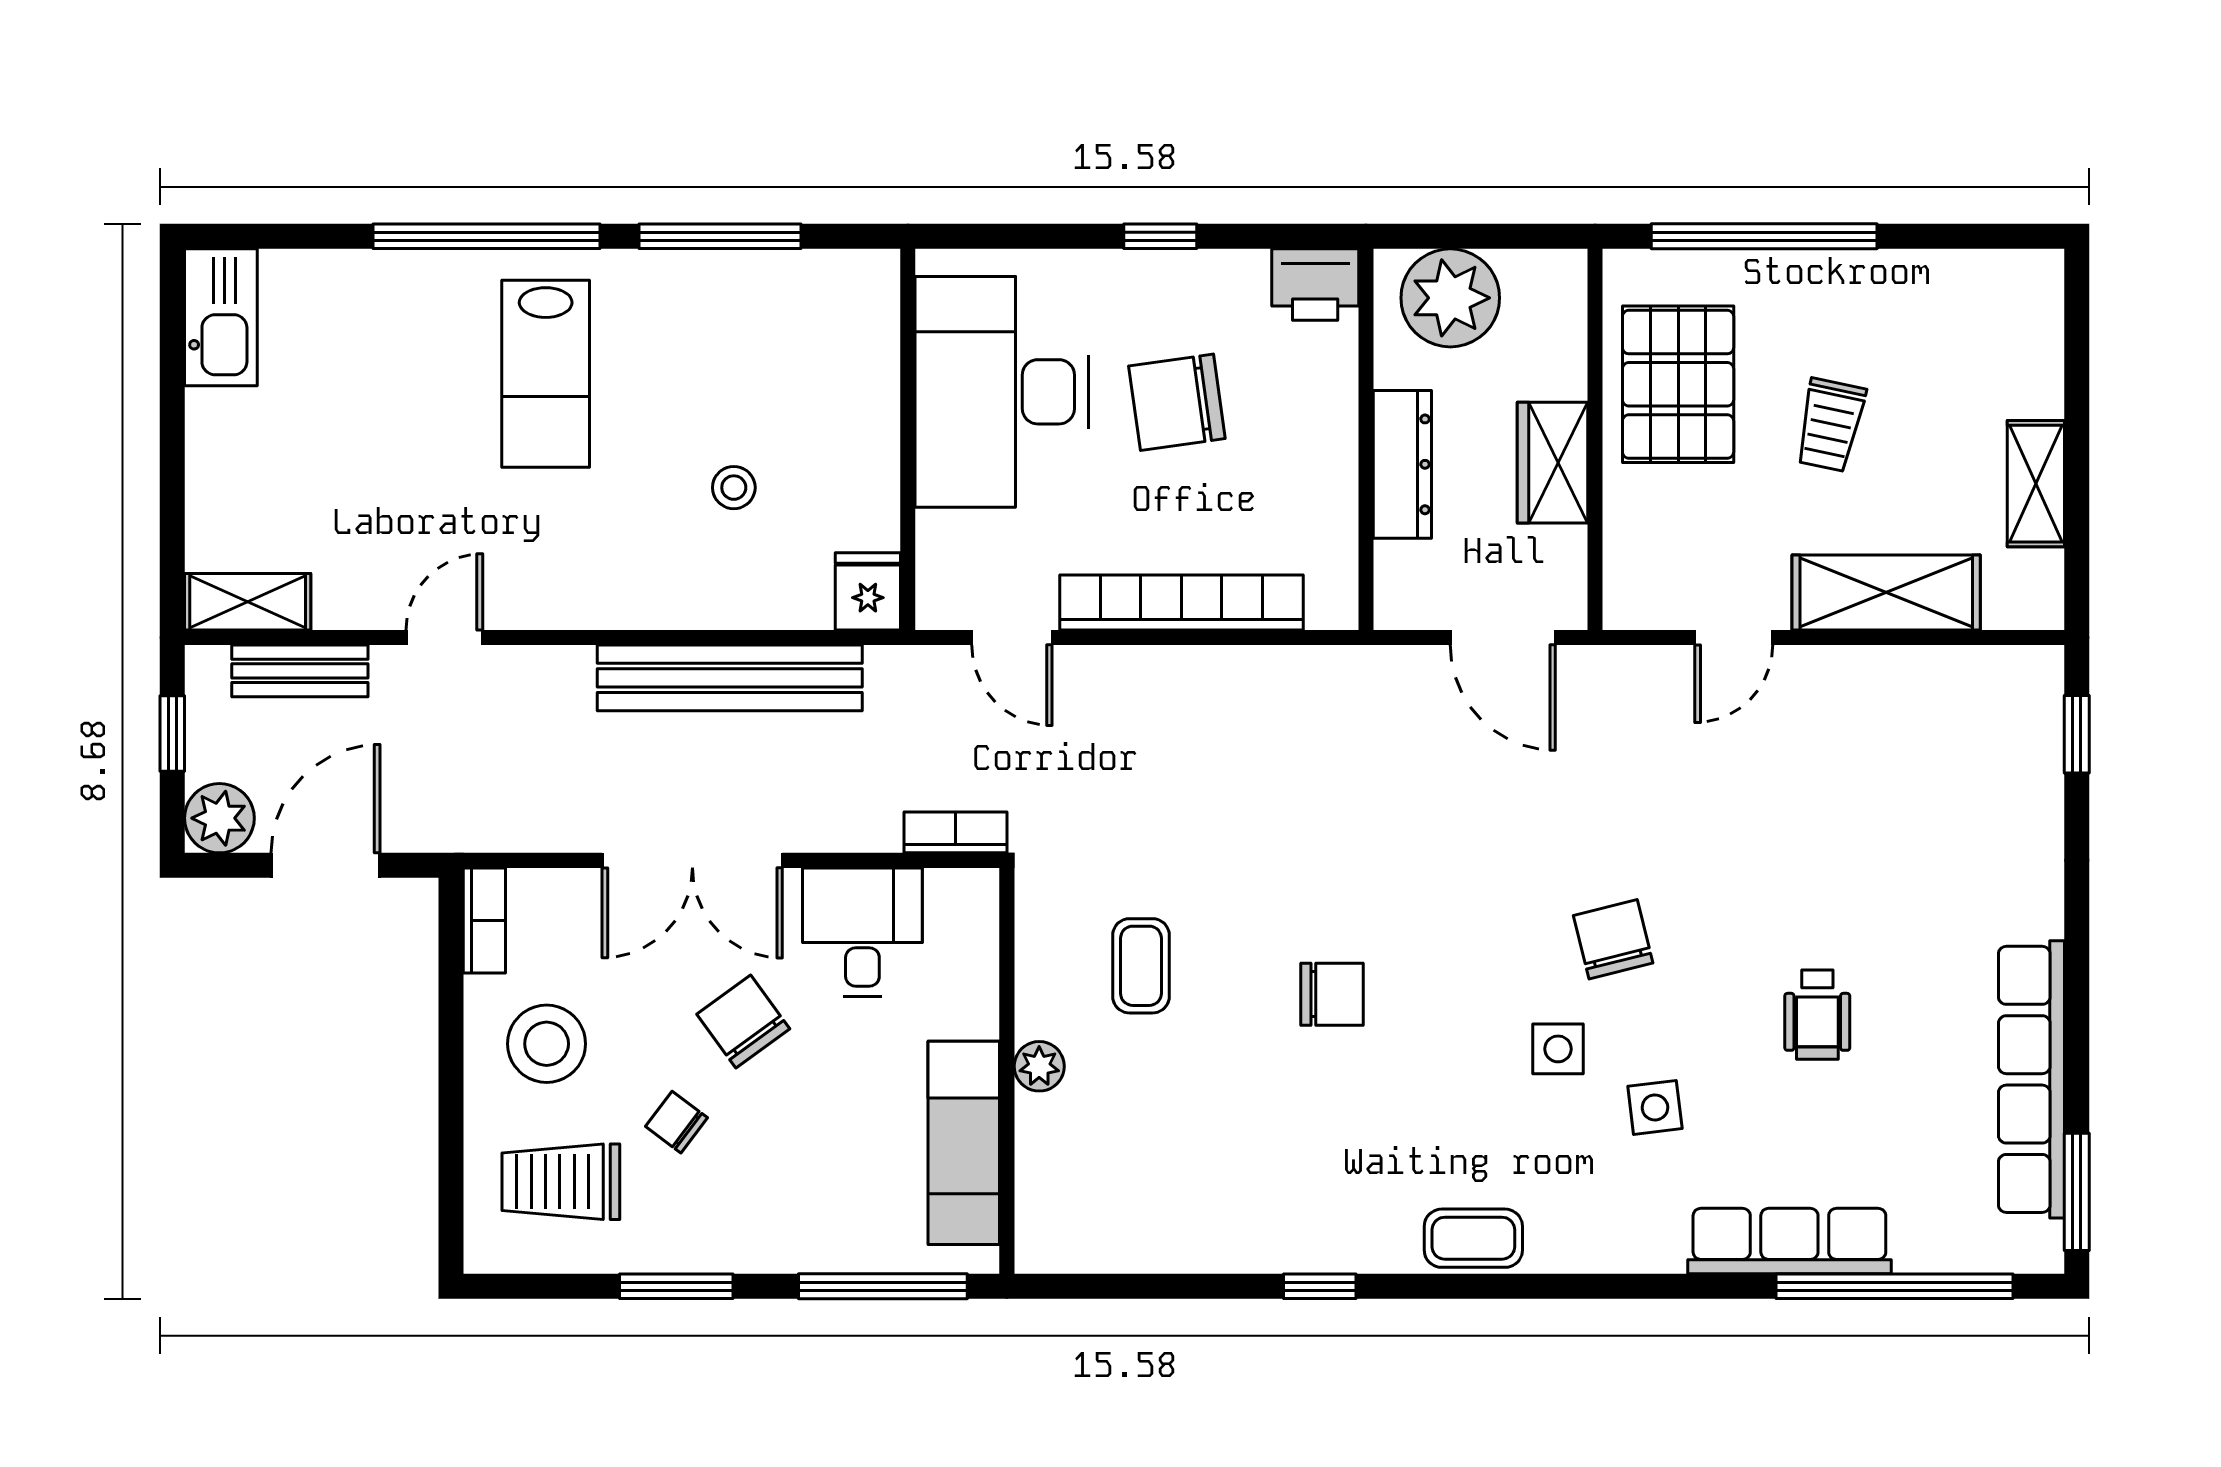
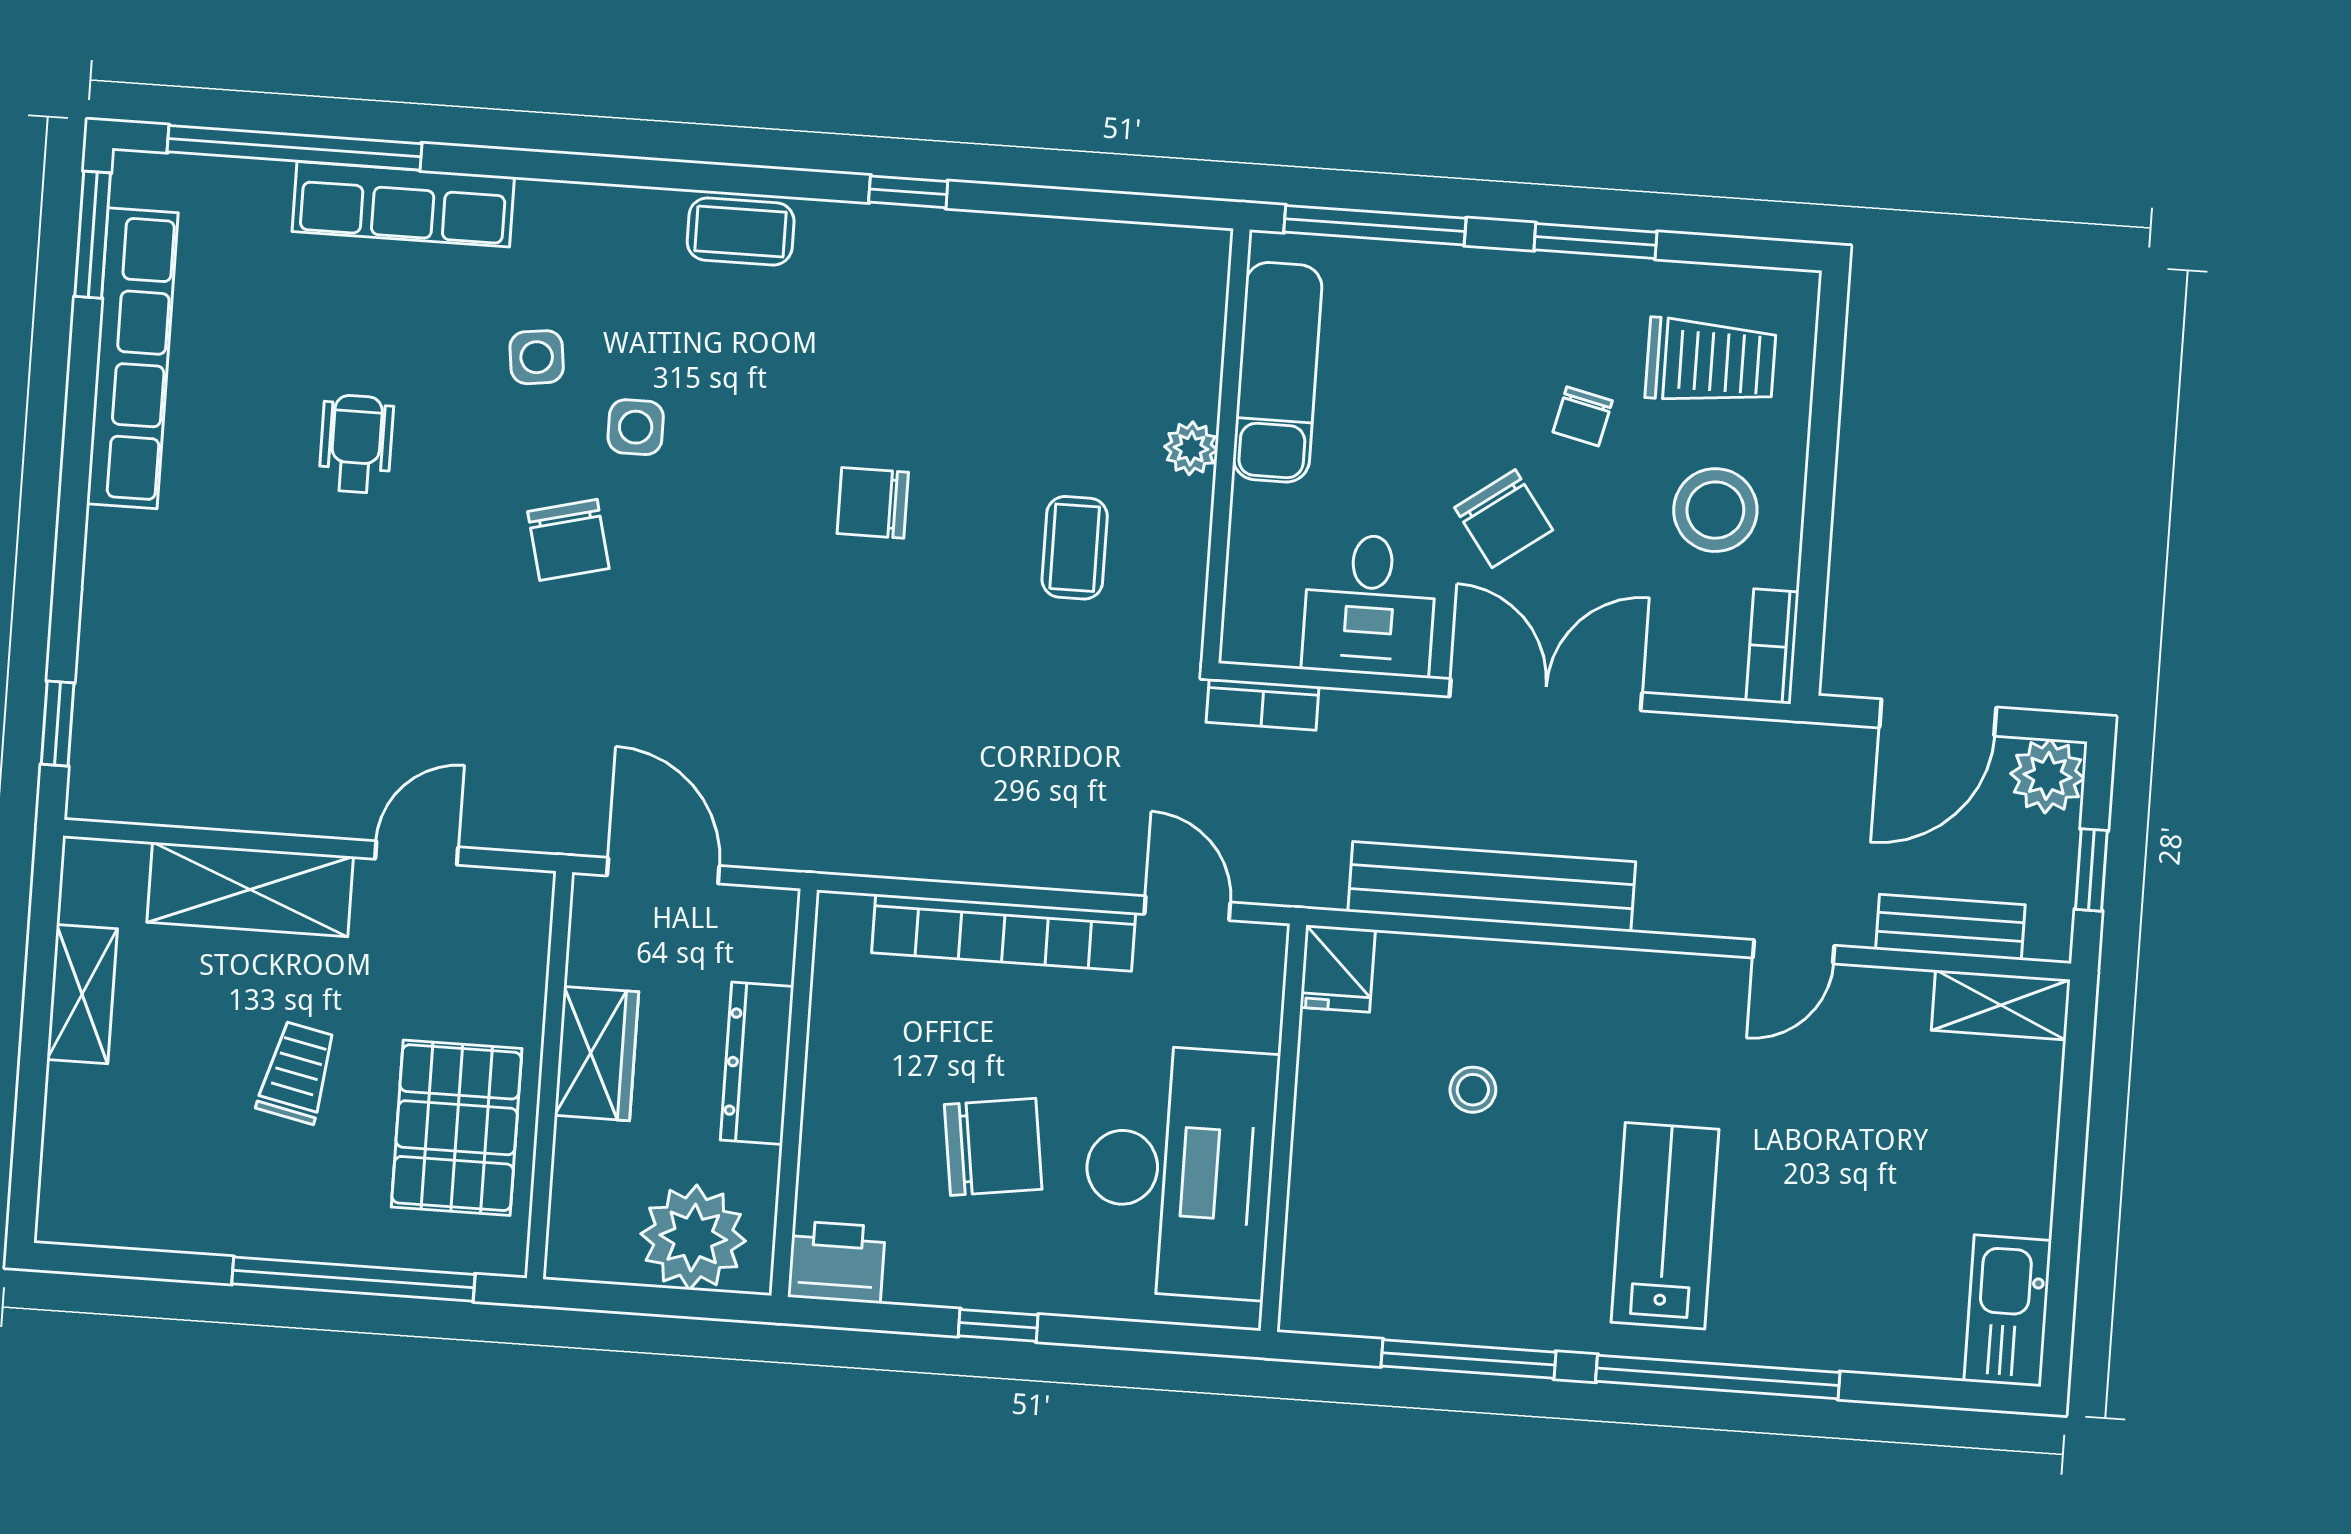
chair: (676, 1122) -> (1583, 416), turned 66

